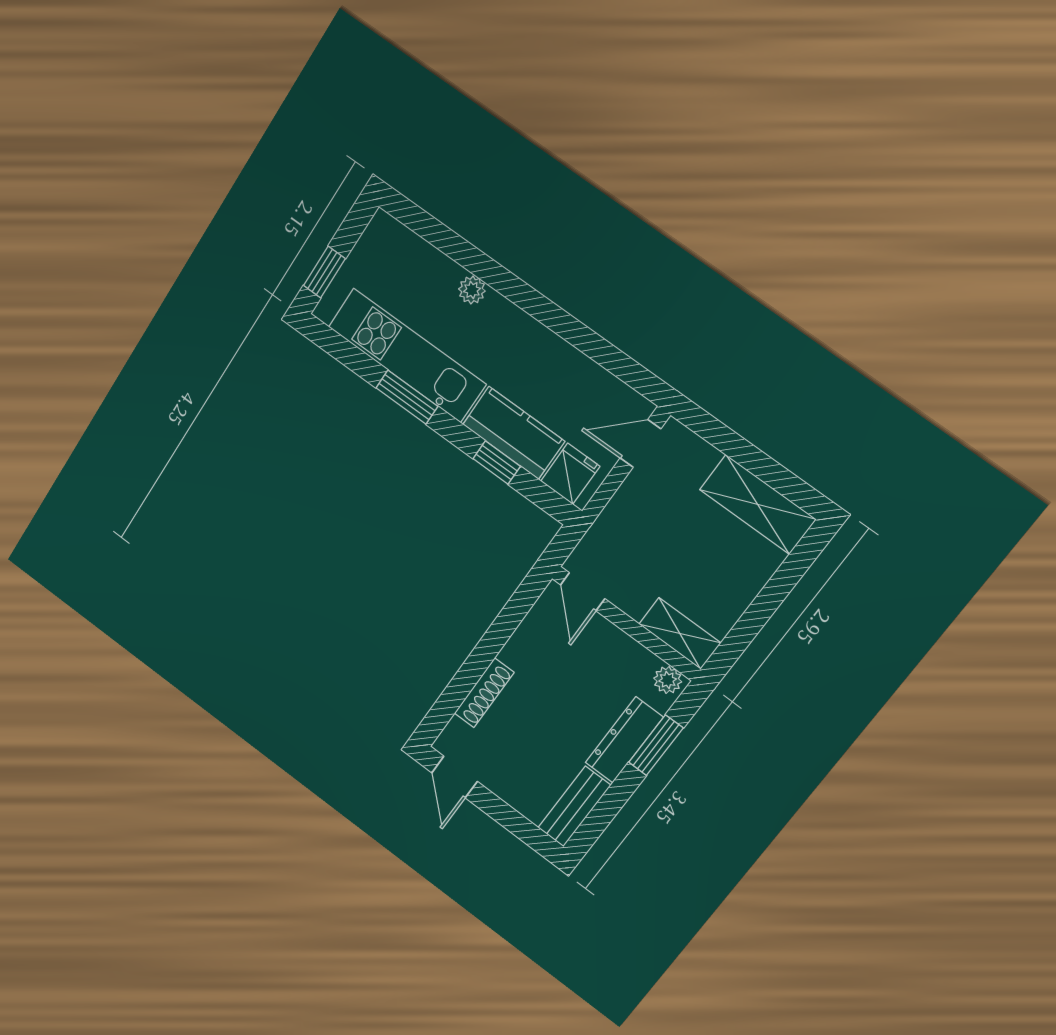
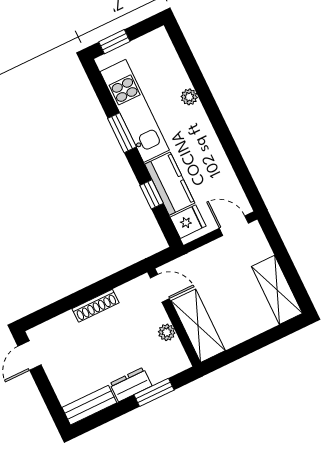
door: (583, 592) -> (160, 288), swing flipped
shelving: (680, 633) -> (198, 326), width x1.50, depth x1.33
plant: (668, 680) -> (167, 332), moved
shoe rack: (484, 693) -> (96, 306), moved
dresser: (624, 740) -> (131, 385), width x0.70

